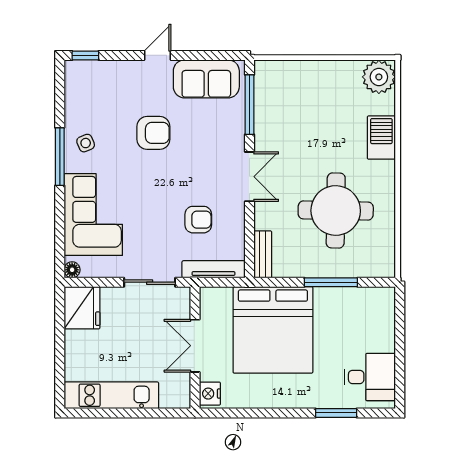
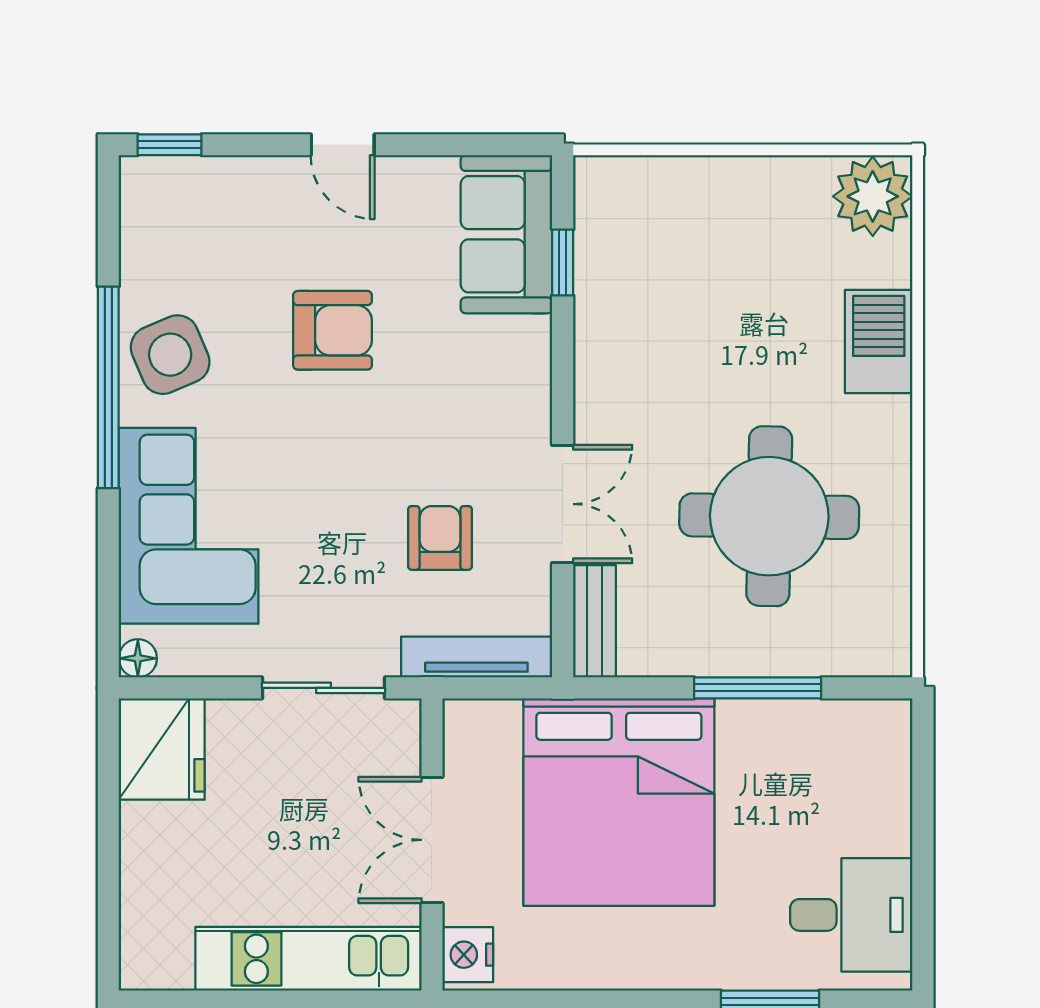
door: (158, 55) -> (343, 145), swing flipped
sofa: (206, 79) -> (506, 234), moved, turned 90
window: (249, 105) -> (563, 263), width x0.46
side table: (86, 143) -> (170, 355), width x1.87, depth x1.87
window: (60, 157) -> (108, 387), width x1.46
double door: (249, 177) -> (563, 504), moved
armchair: (198, 220) -> (440, 538), turned -90
kitchen unit: (111, 395) -> (308, 959), moved

